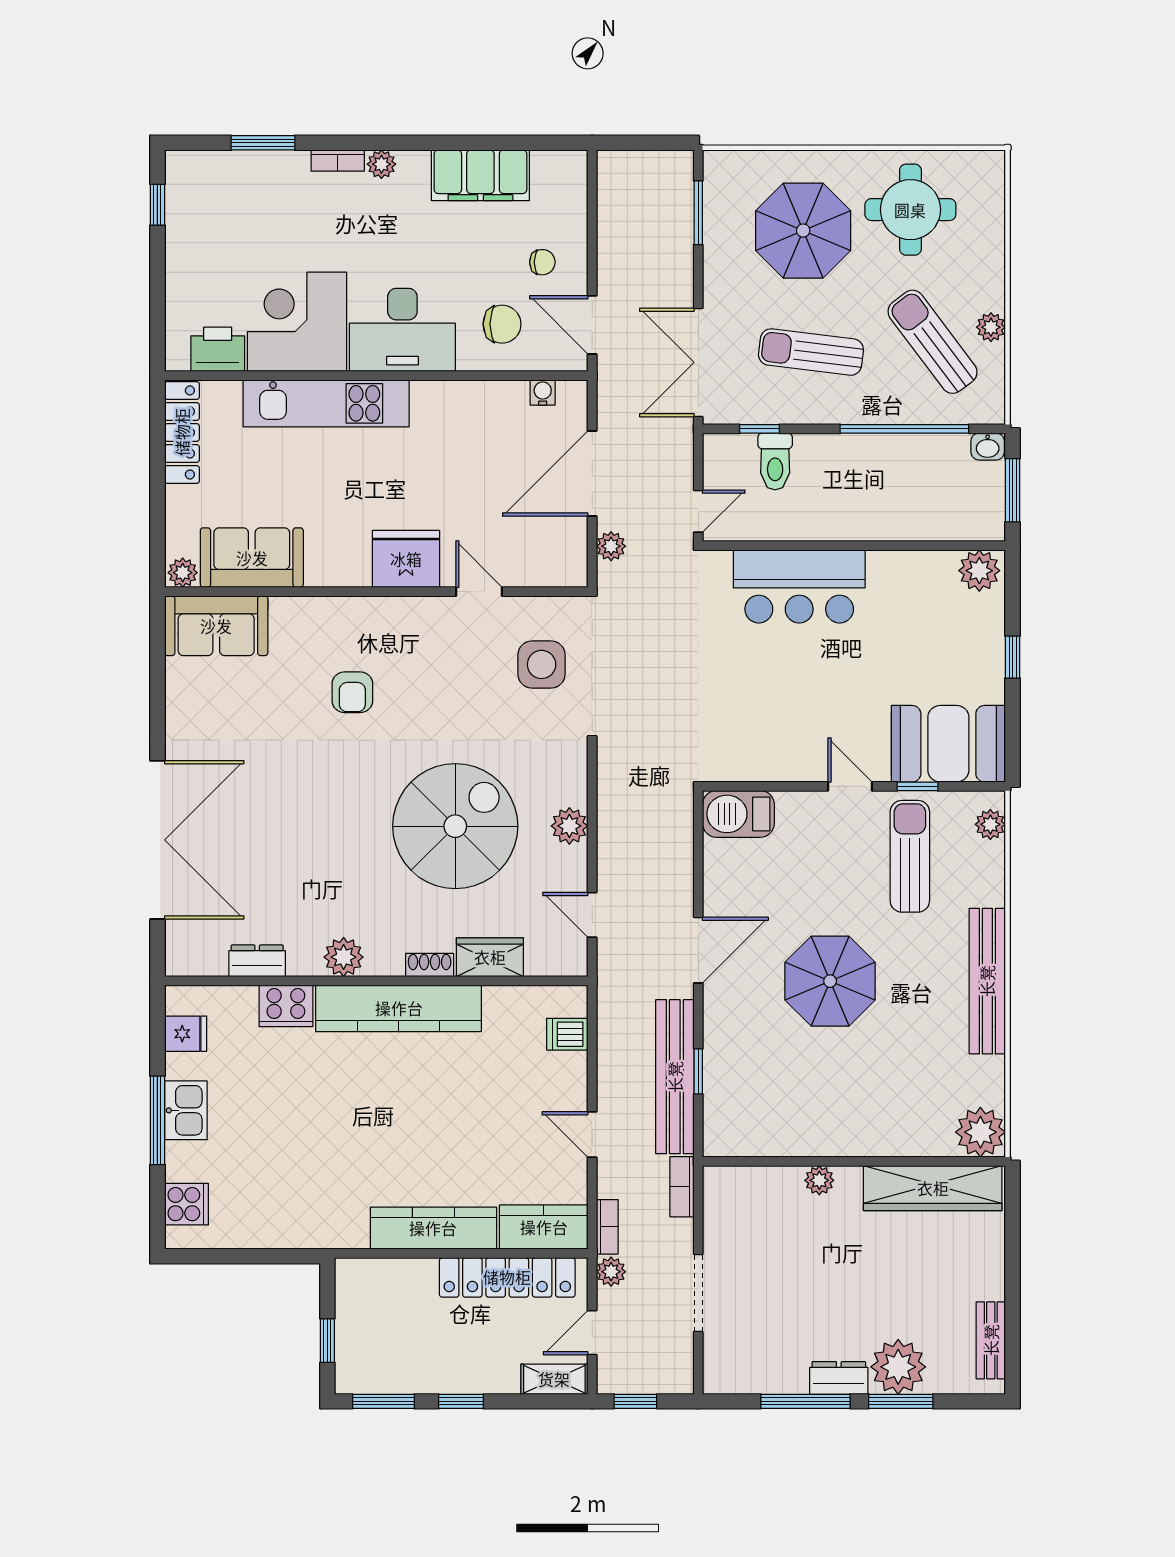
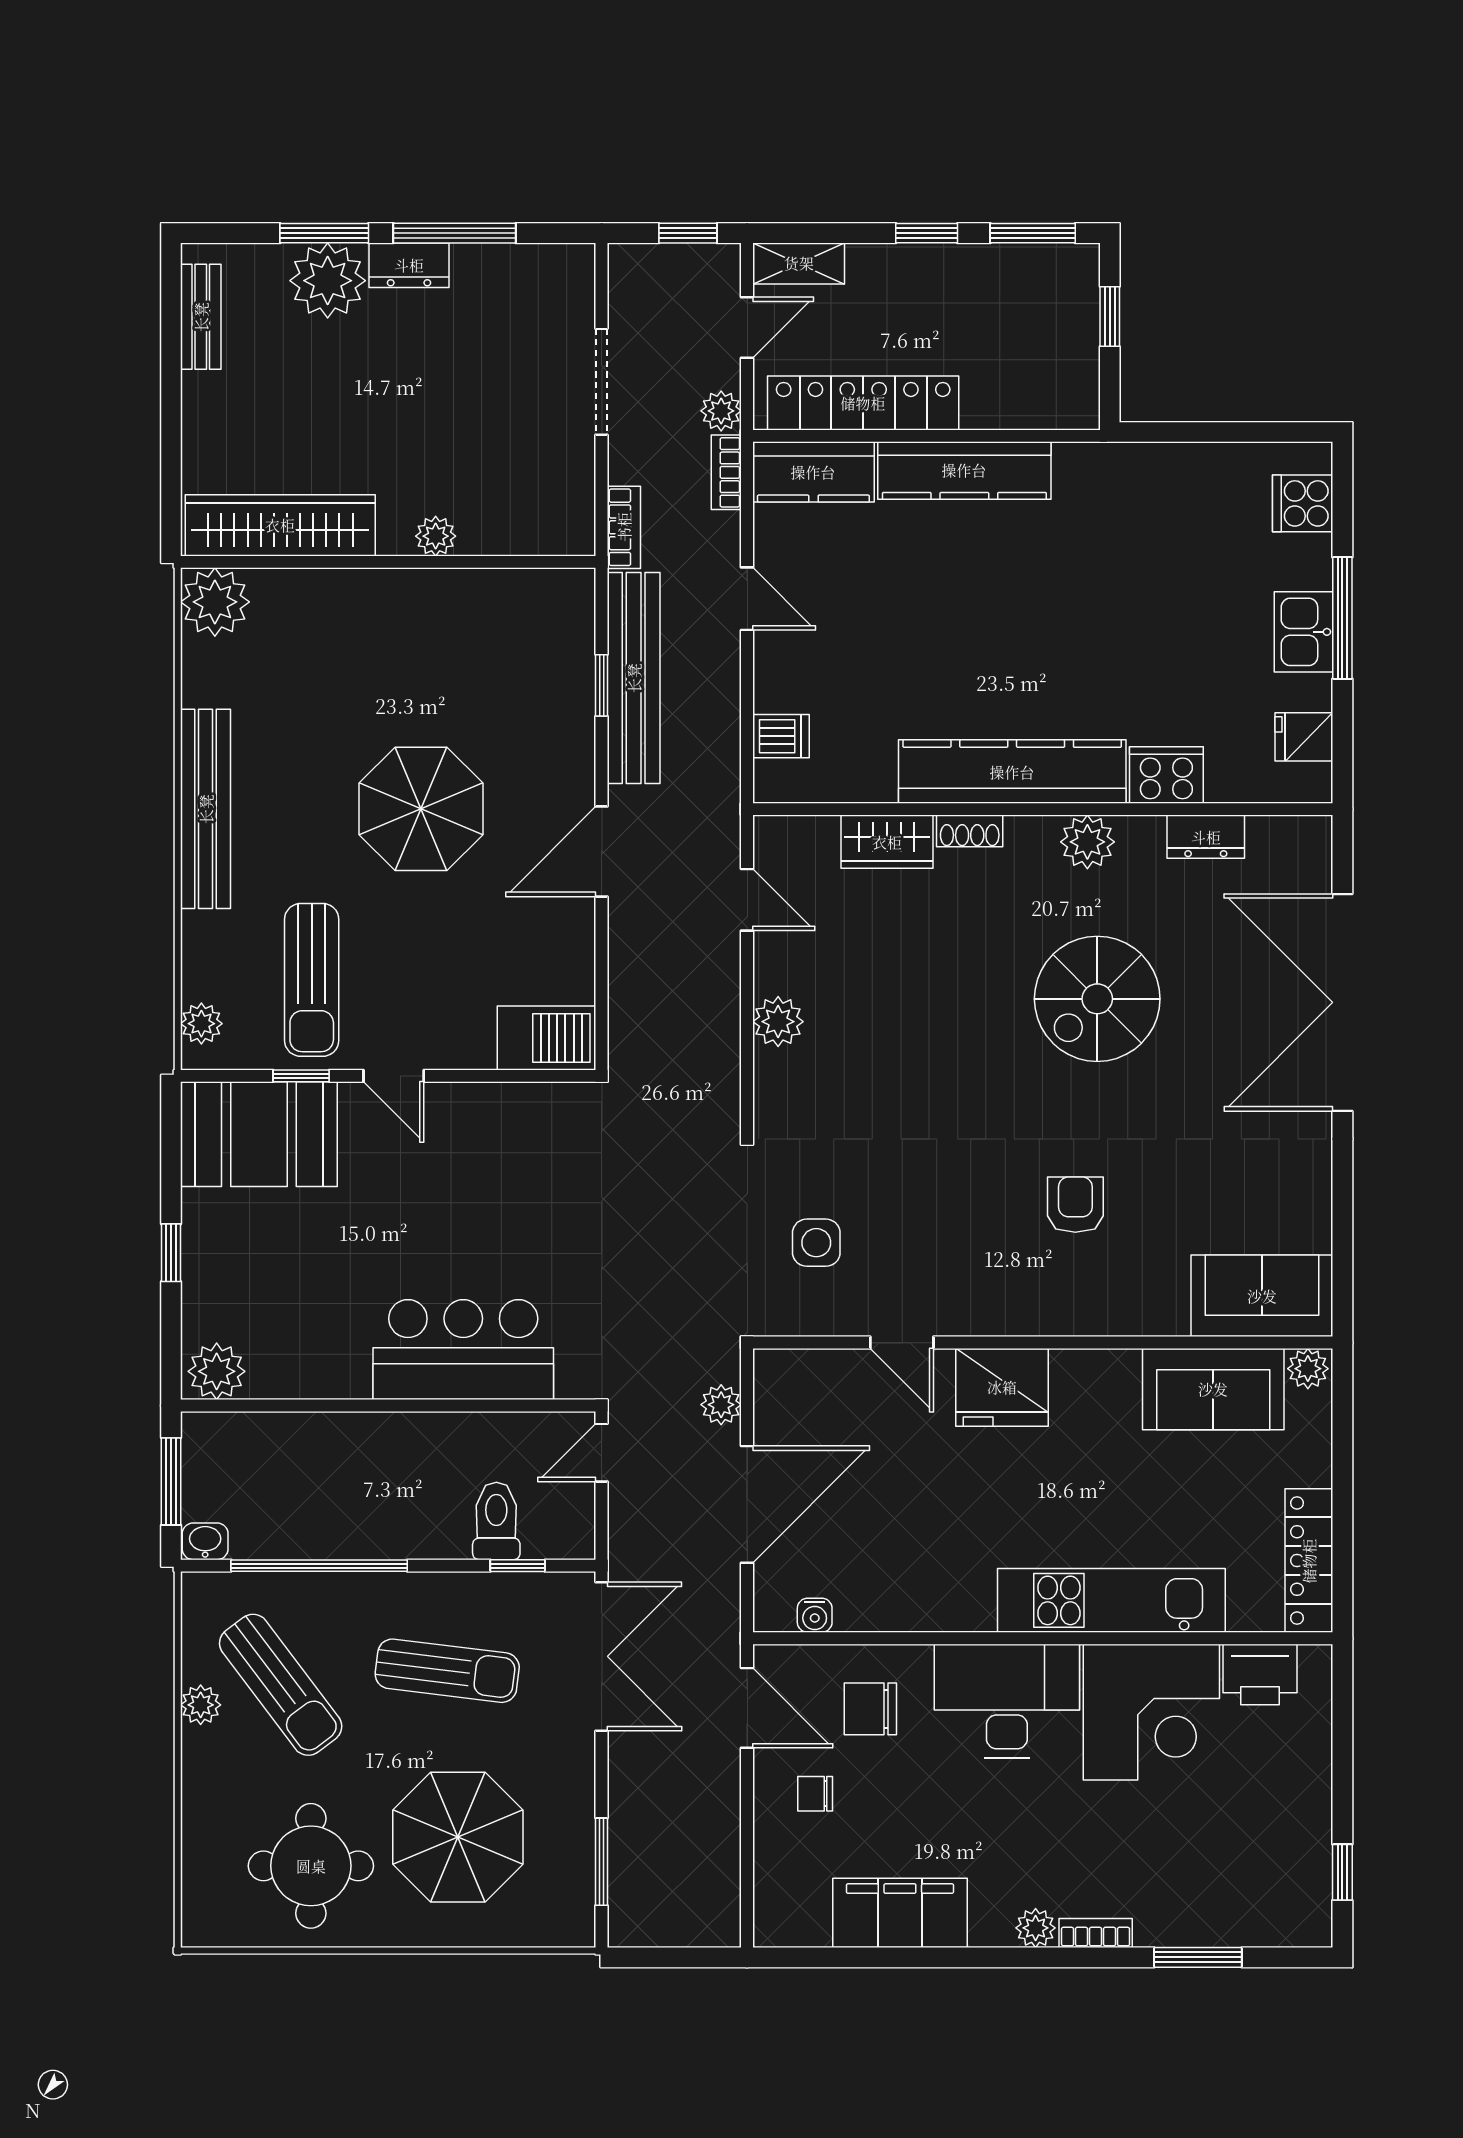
side table: (542, 664) -> (816, 1243), width x0.73, depth x0.73
spiral stairs: (455, 826) -> (1097, 999), moved, width x0.73, depth x0.73

